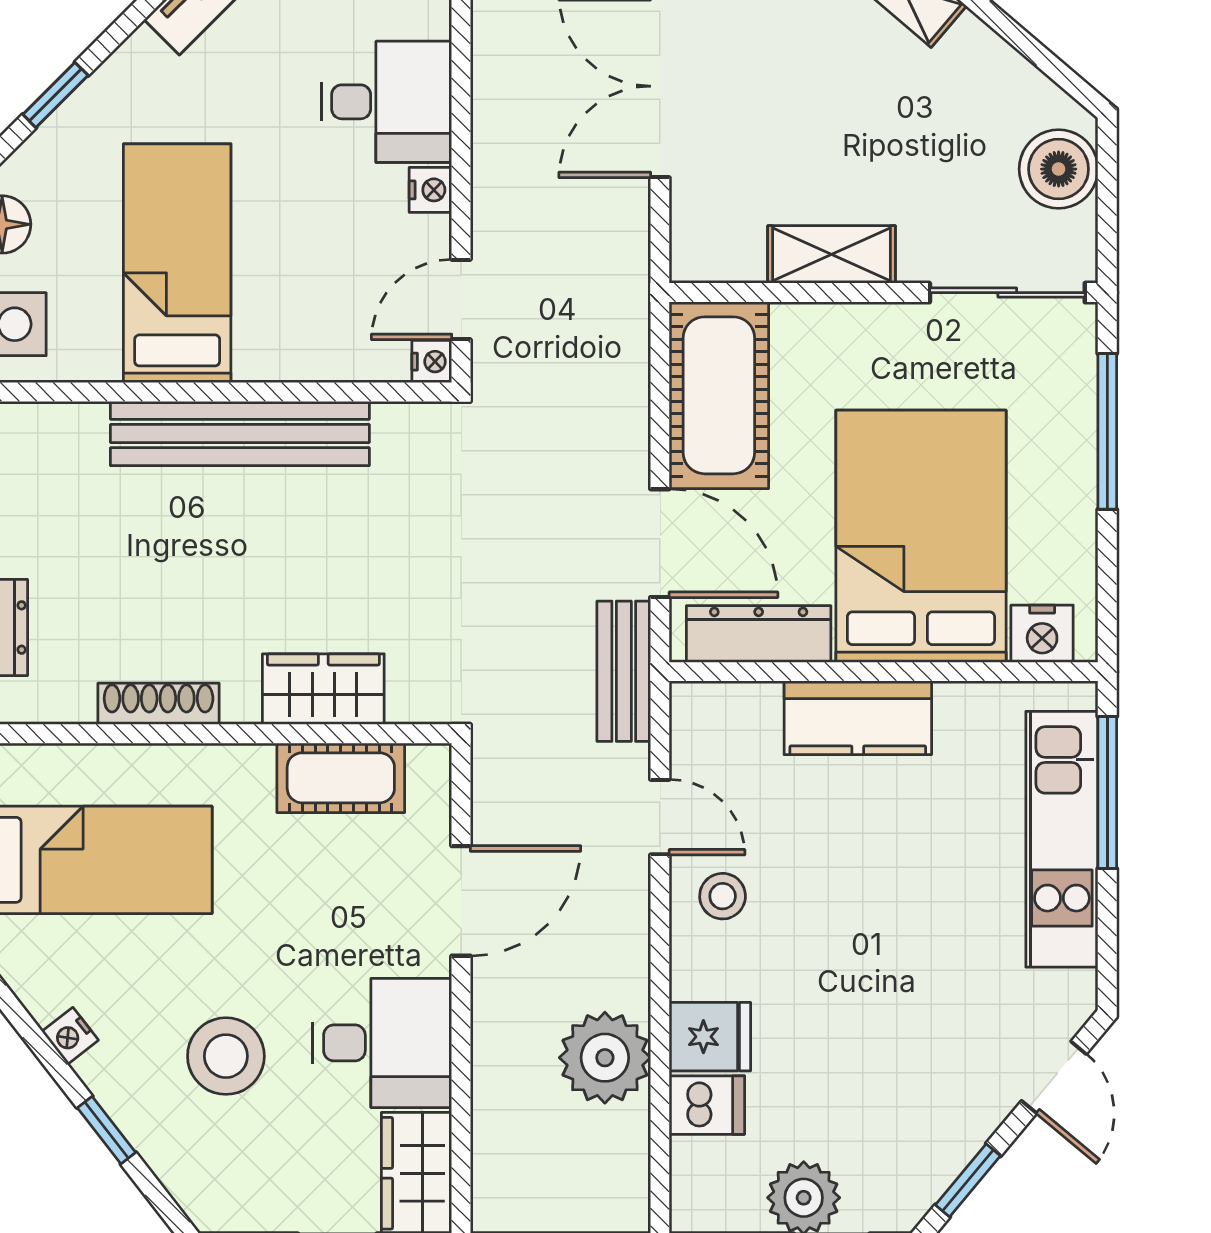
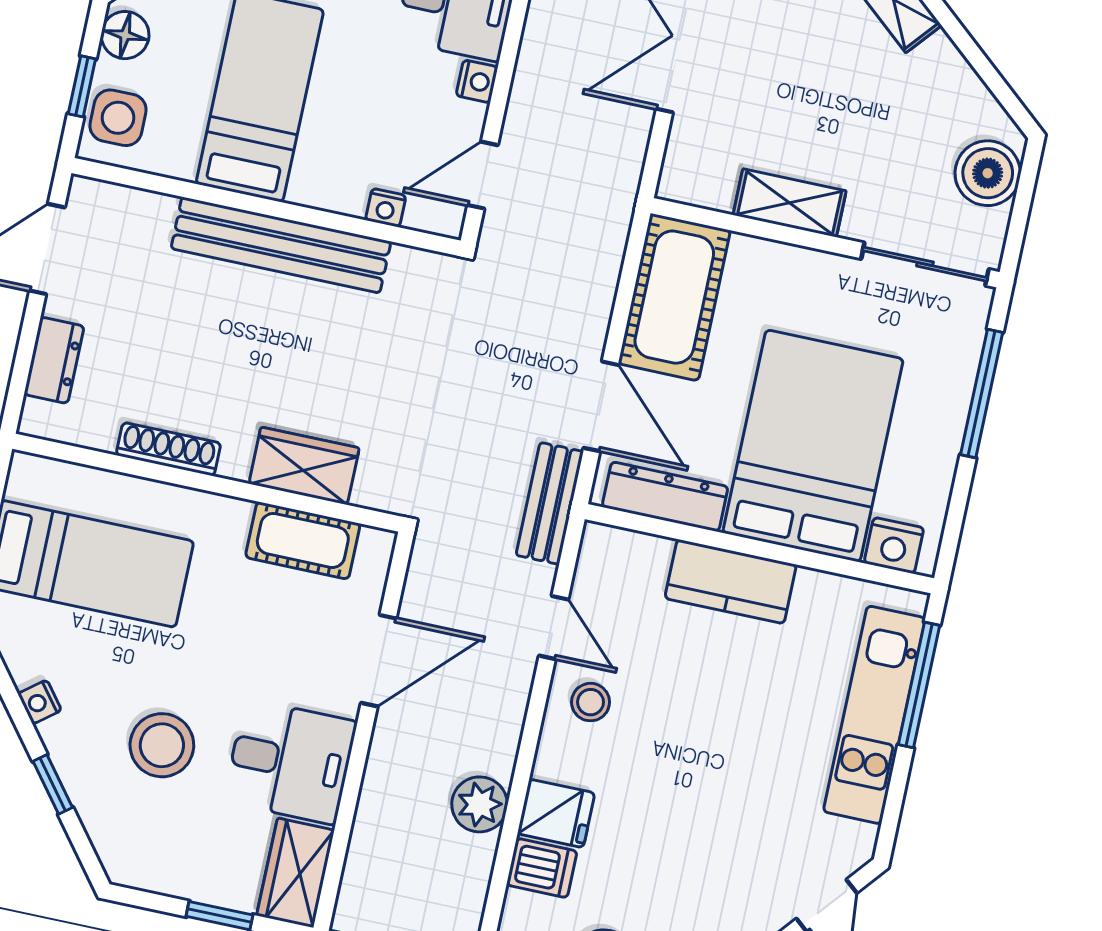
nightstand: (432, 362) -> (386, 208), moved, turned 90
plant: (605, 1058) -> (480, 804), width x0.73, depth x0.73

